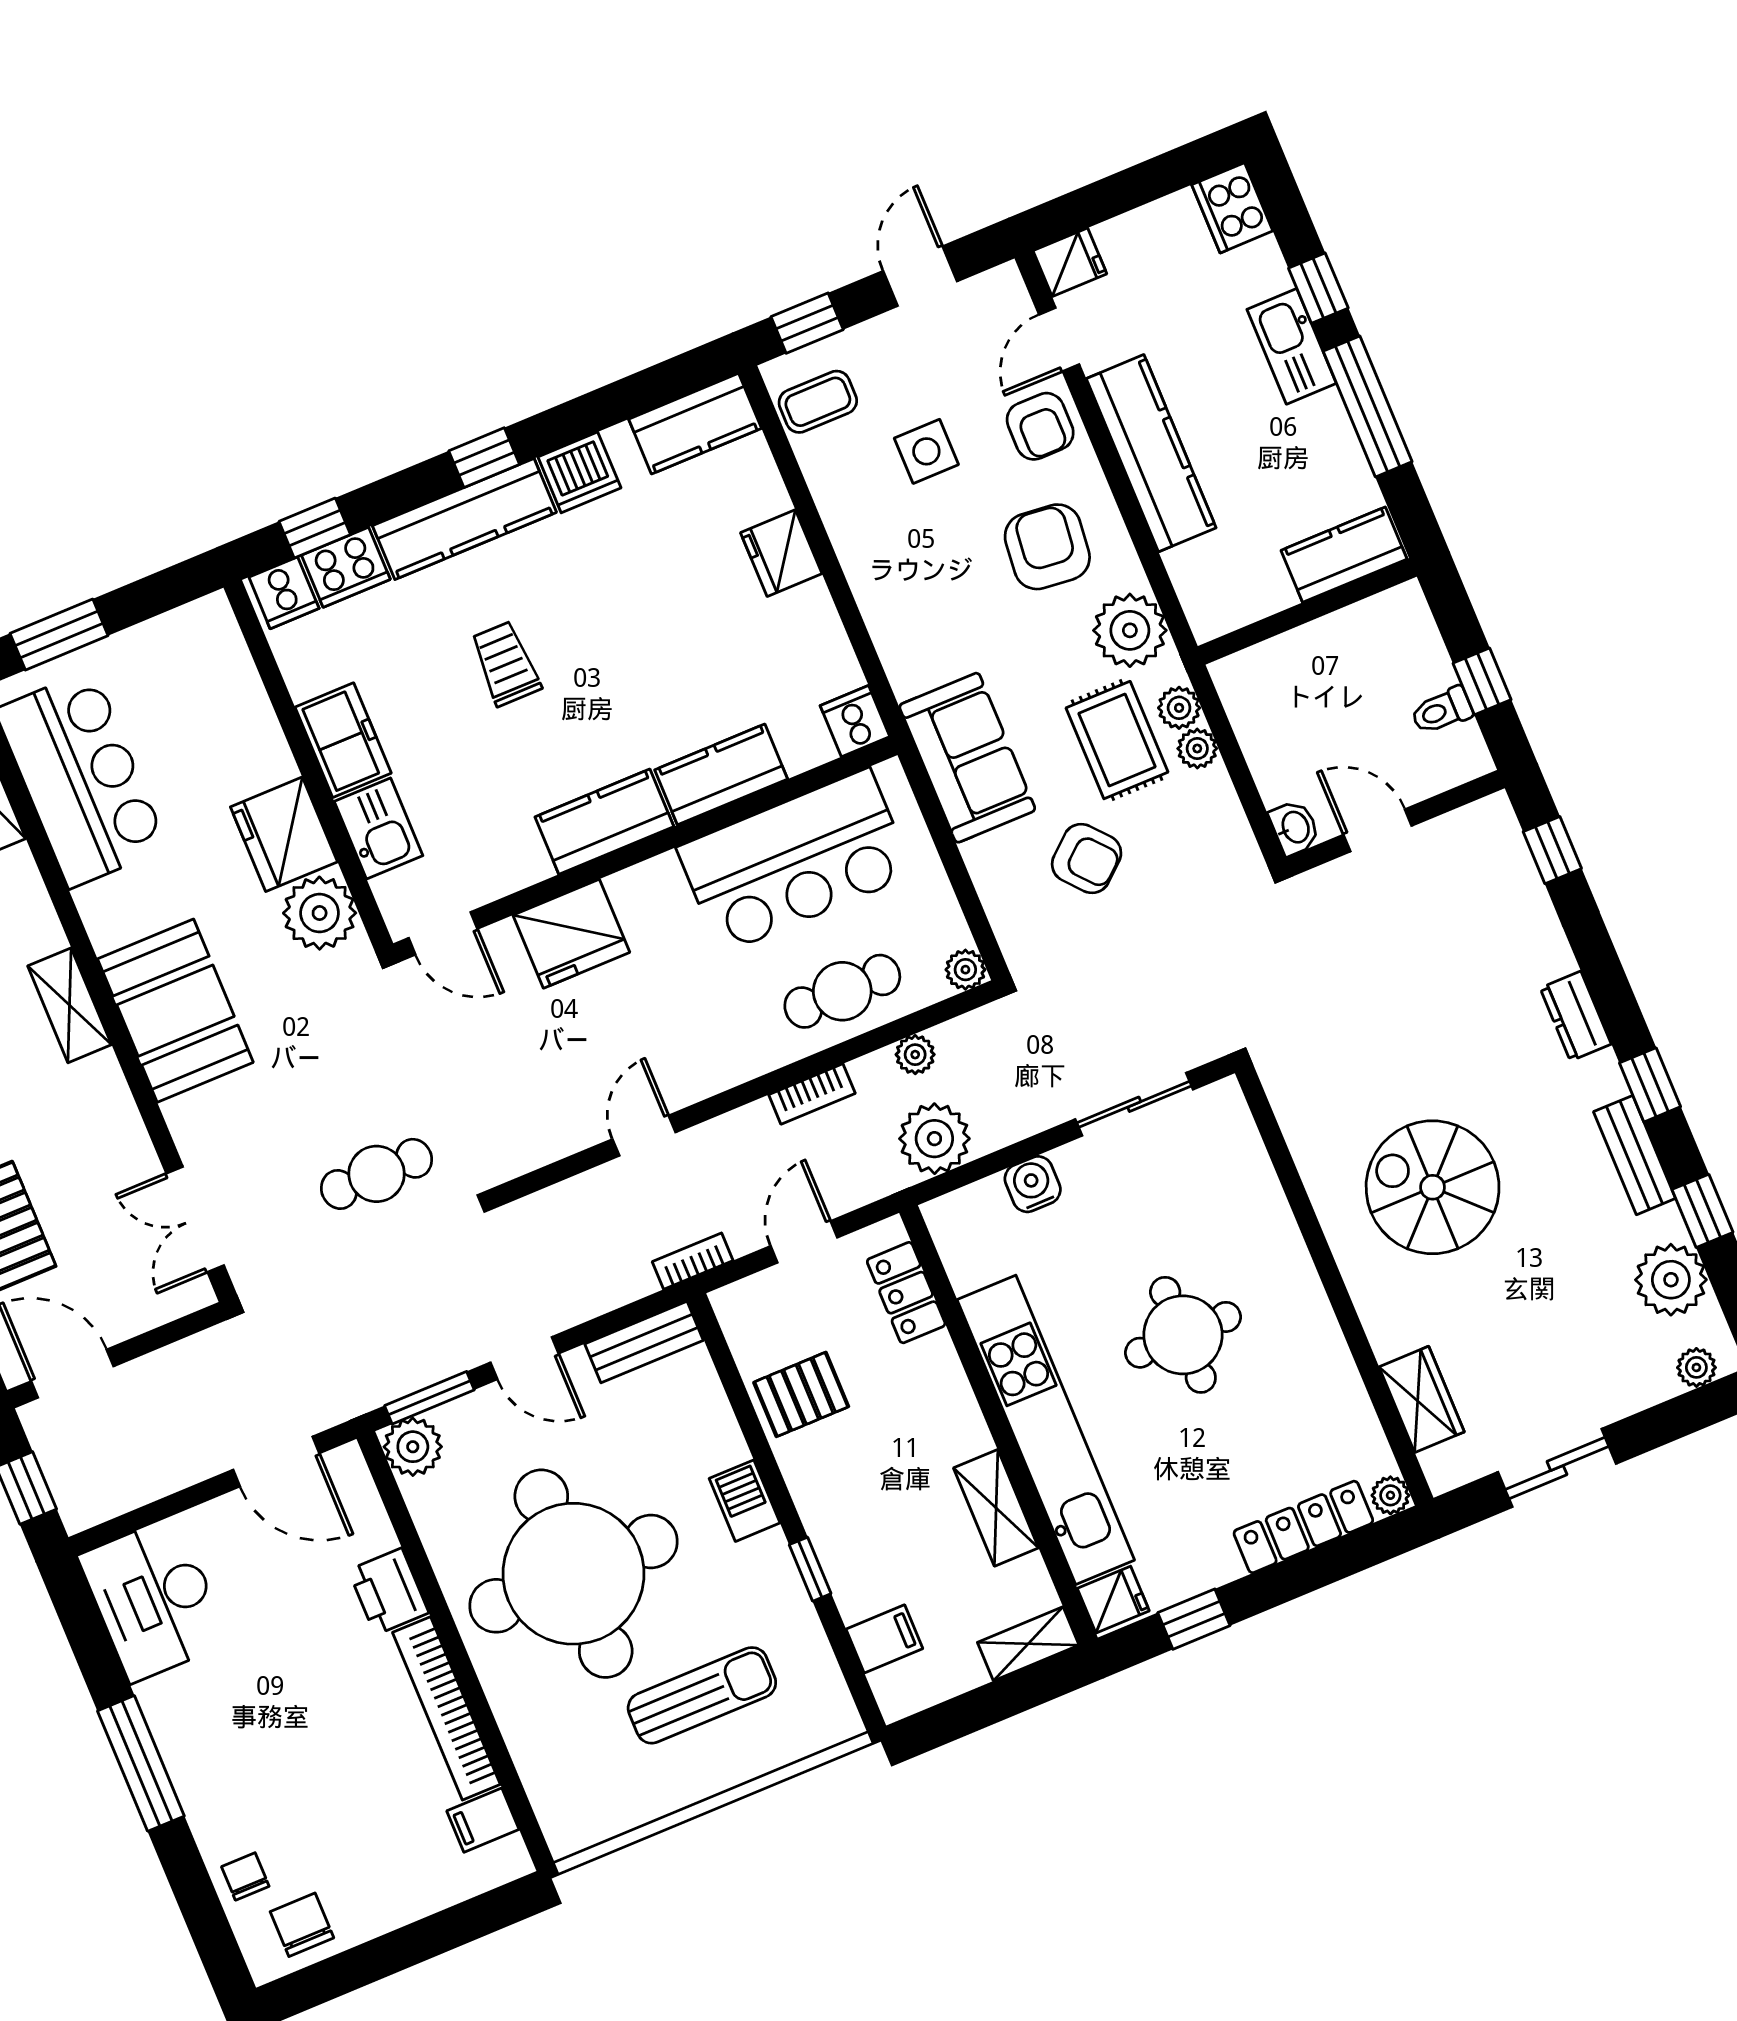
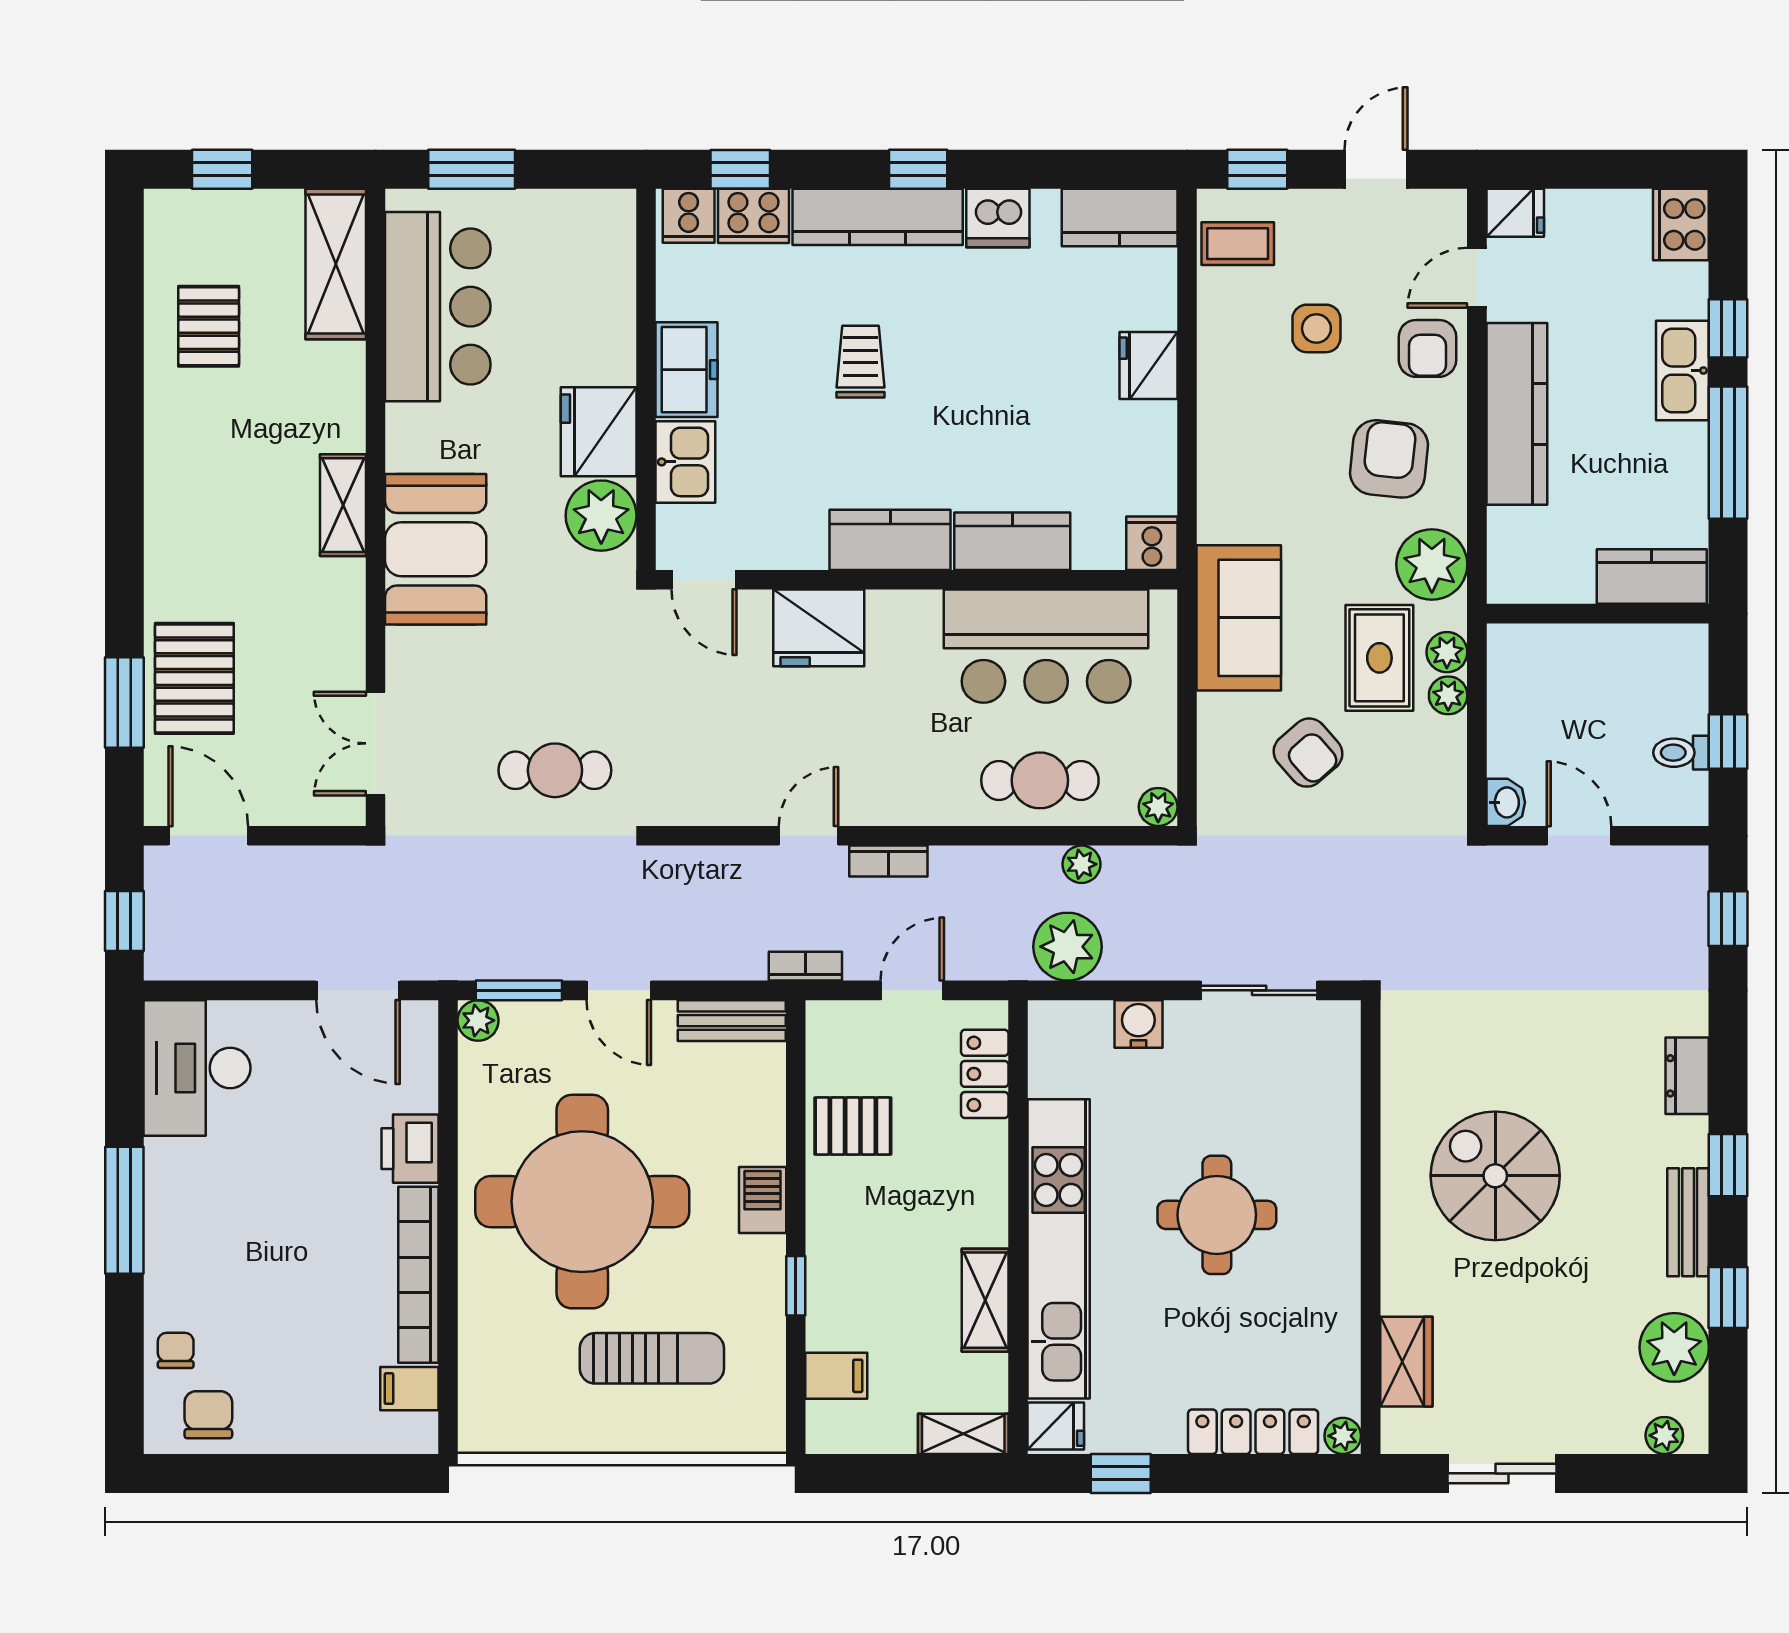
bookcase: (812, 1094) -> (888, 861), moved
plant: (413, 1447) -> (478, 1020), width x0.73, depth x0.73

